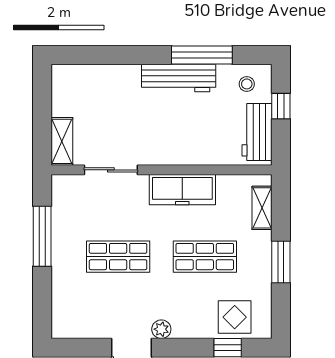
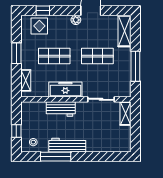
workbench: (257, 132) -> (61, 109), moved, turned 90
shelving: (64, 307) -> (124, 31), added

